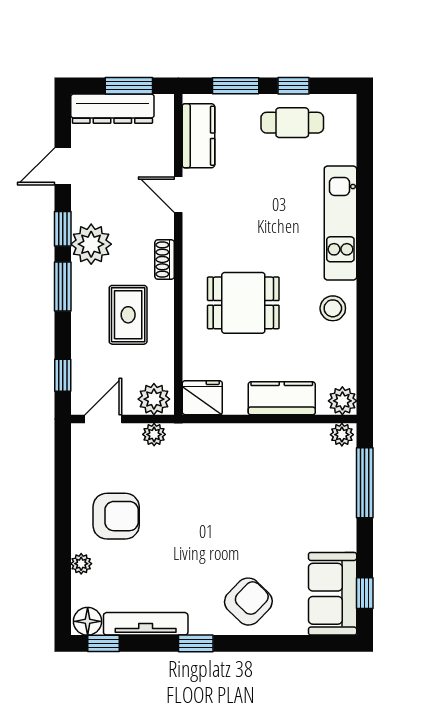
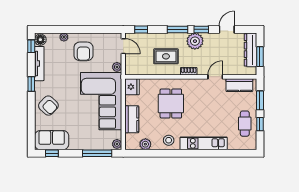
door: (63, 166) -> (227, 29), hinge flipped
plant: (154, 399) -> (131, 67), removed
plant: (342, 401) -> (145, 144), moved
corner sofa: (238, 473) -> (101, 101), added

